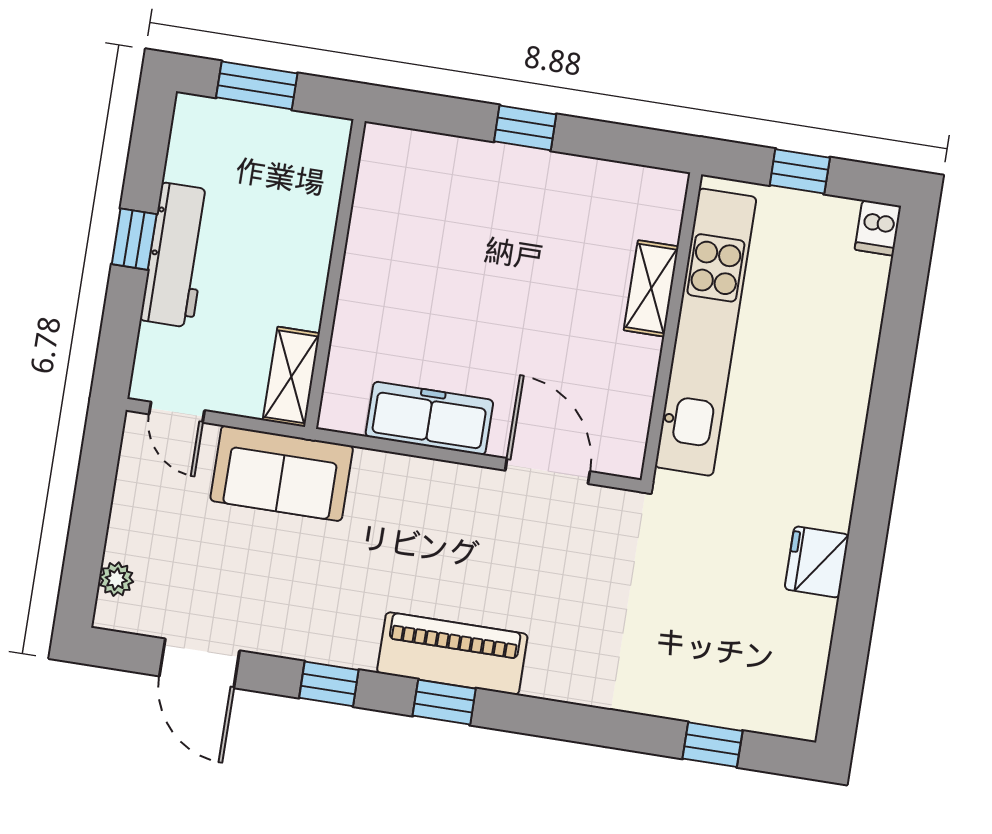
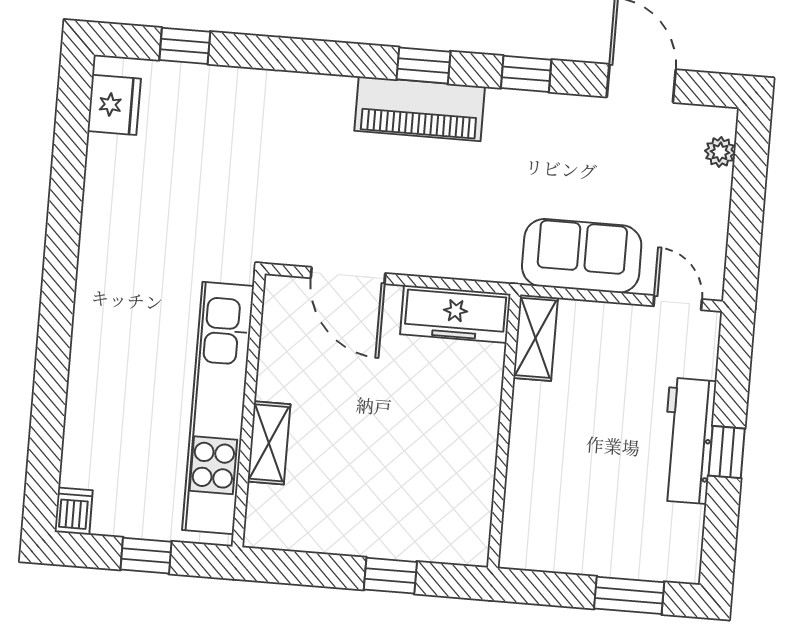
wall: (335, 274) -> (504, 431), moved
shelving: (291, 377) -> (536, 338), moved
fridge: (817, 562) -> (114, 105), moved

